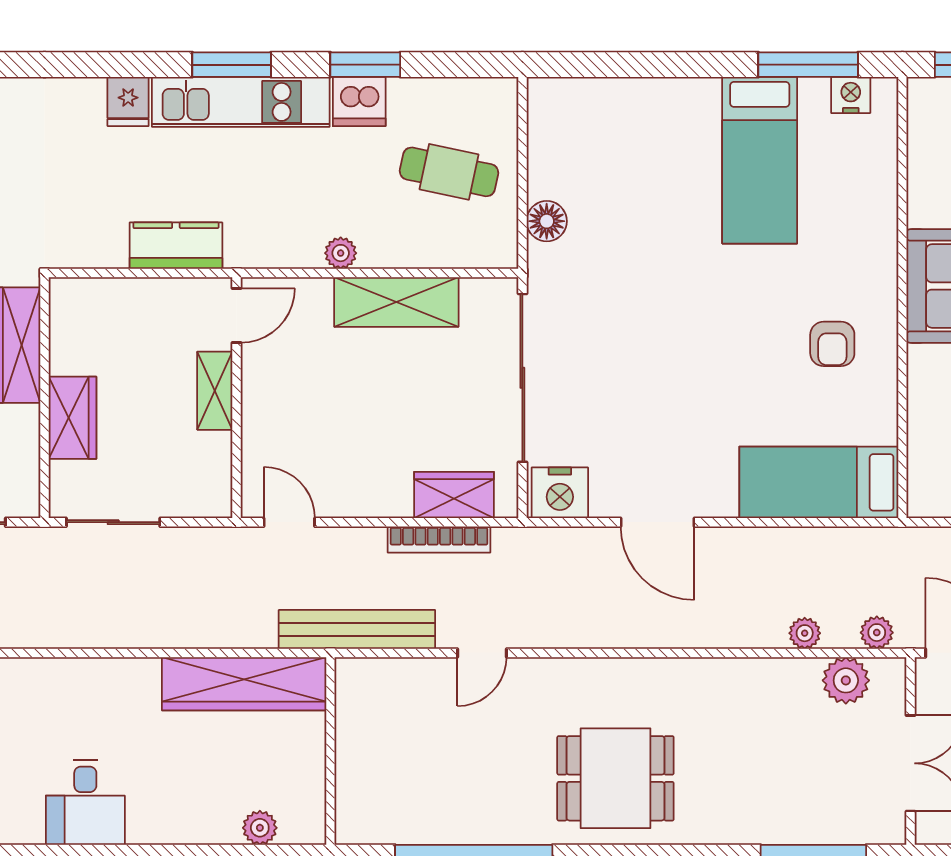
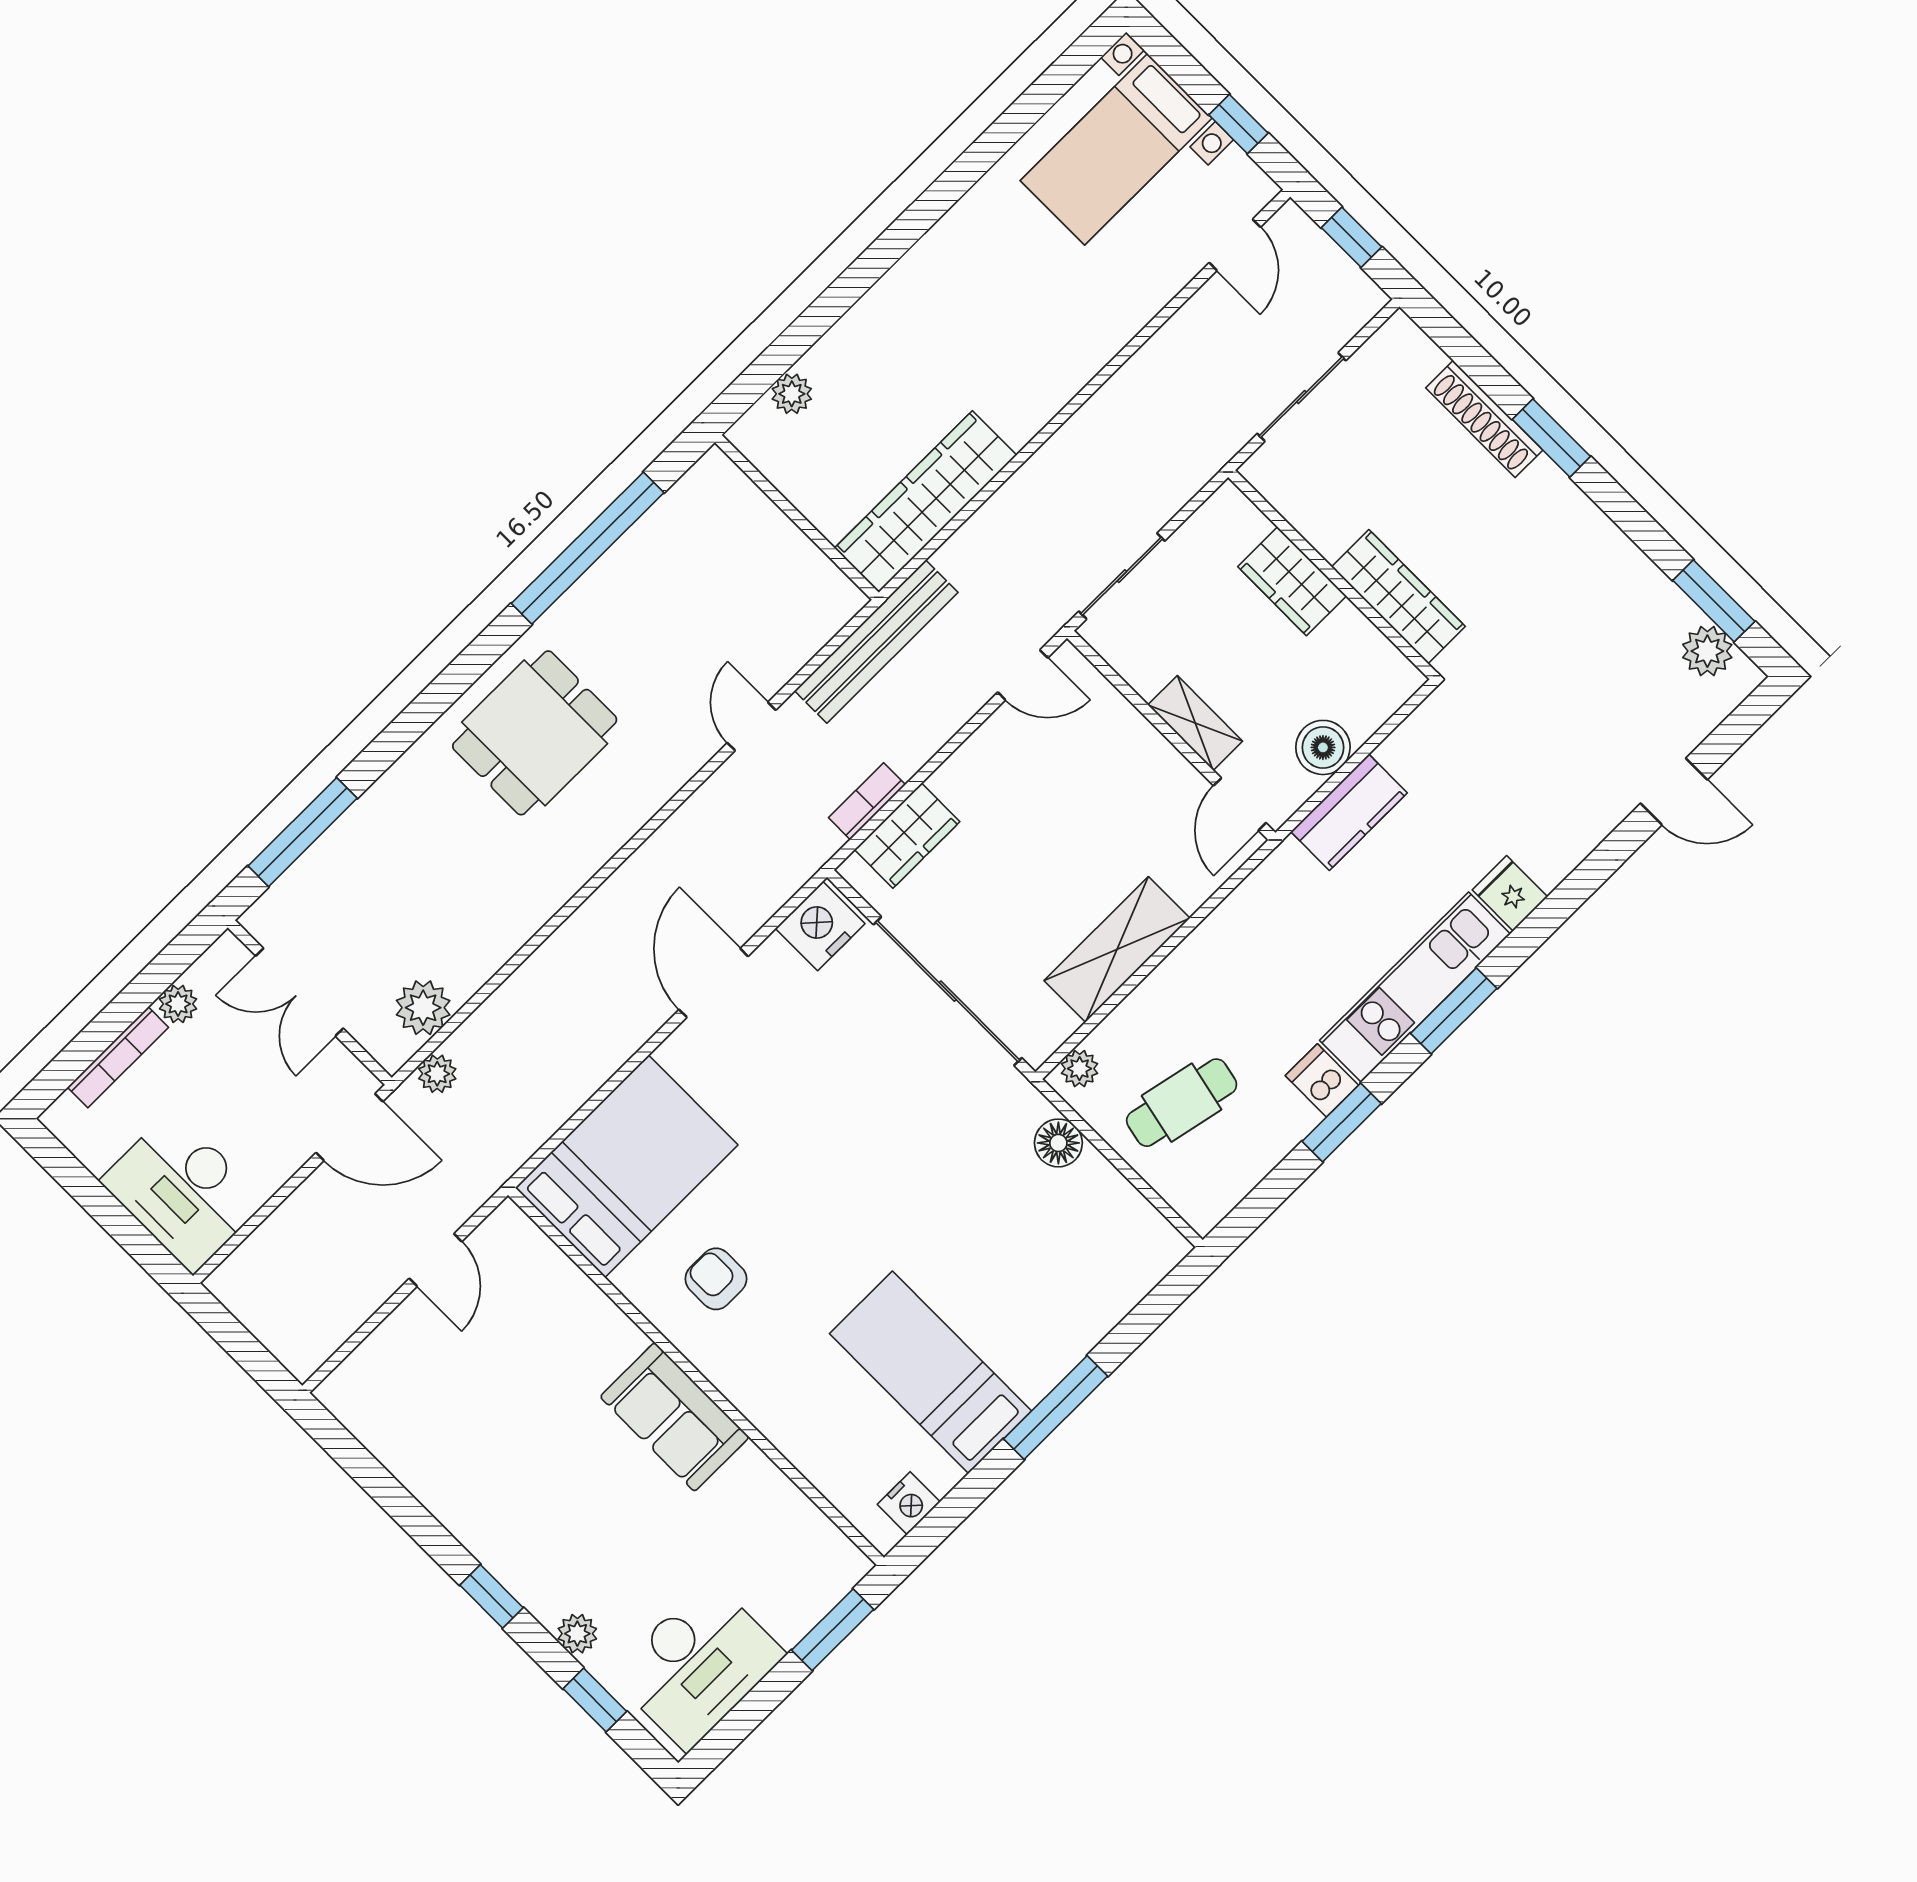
window: (808, 65) -> (1056, 1408), moved
dishwasher: (359, 102) -> (1322, 1080), width x0.73
plant: (341, 253) -> (1080, 1069), moved
boiler: (153, 300) -> (1323, 747), added
bed: (819, 482) -> (626, 1166), width x1.50
sliding door: (113, 522) -> (1122, 576), moved
door: (657, 522) -> (714, 983), hinge flipped
bookcase: (439, 539) -> (867, 801), width x0.64
plant: (805, 633) -> (497, 1013), removed
desk: (85, 802) -> (960, 269), removed

